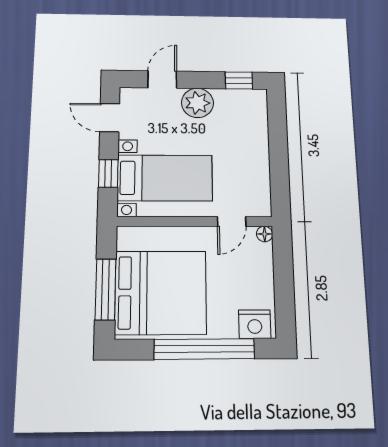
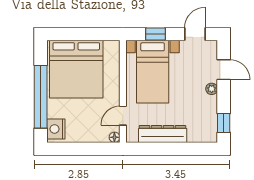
plant: (197, 103) -> (212, 89), width x0.53, depth x0.53
dresser: (257, 164) -> (163, 134), added
door: (232, 221) -> (123, 116), hinge flipped
window: (105, 289) -> (78, 34), removed

